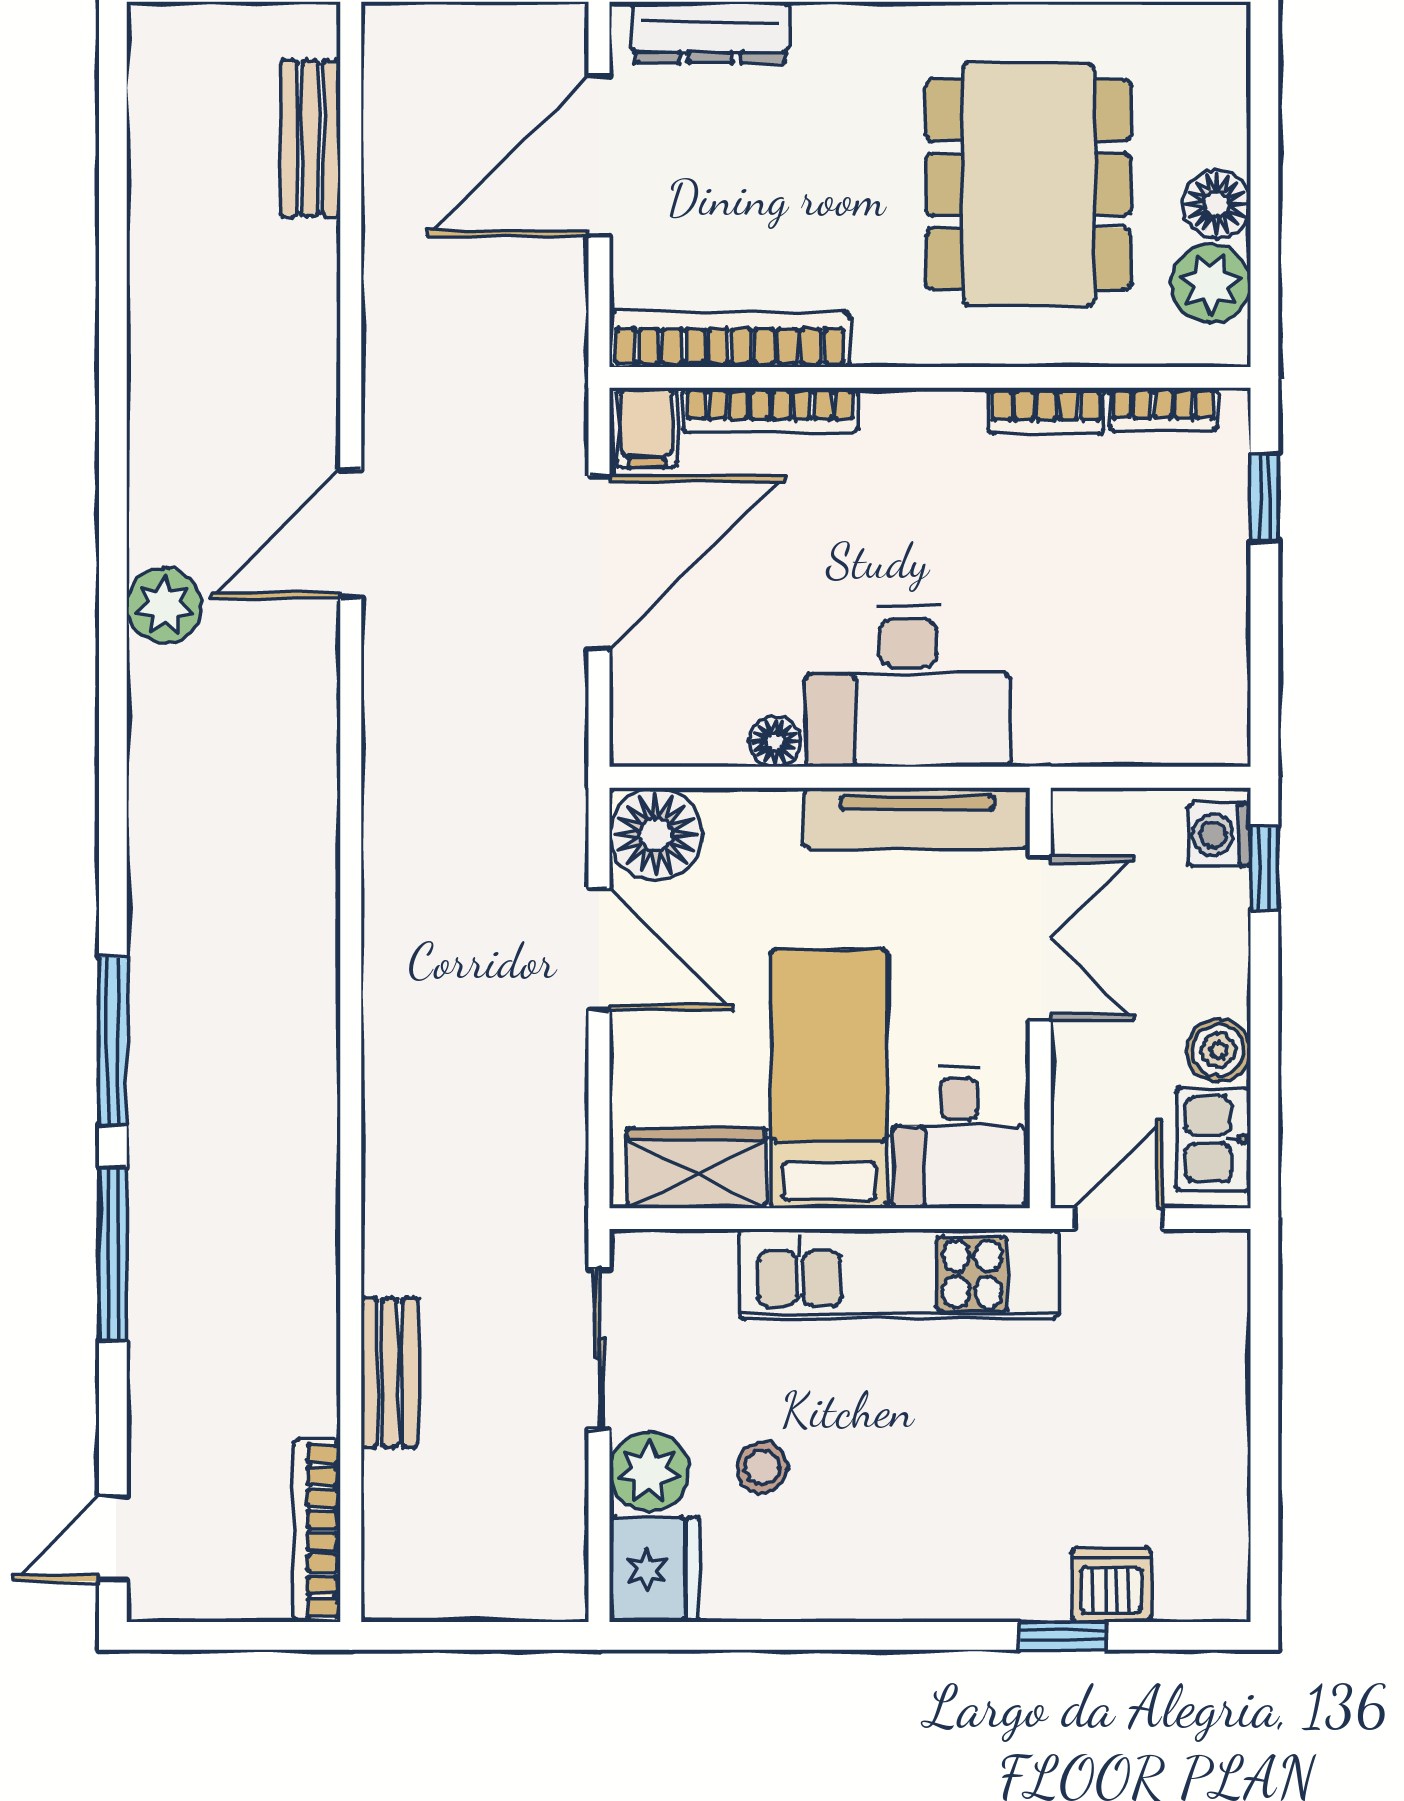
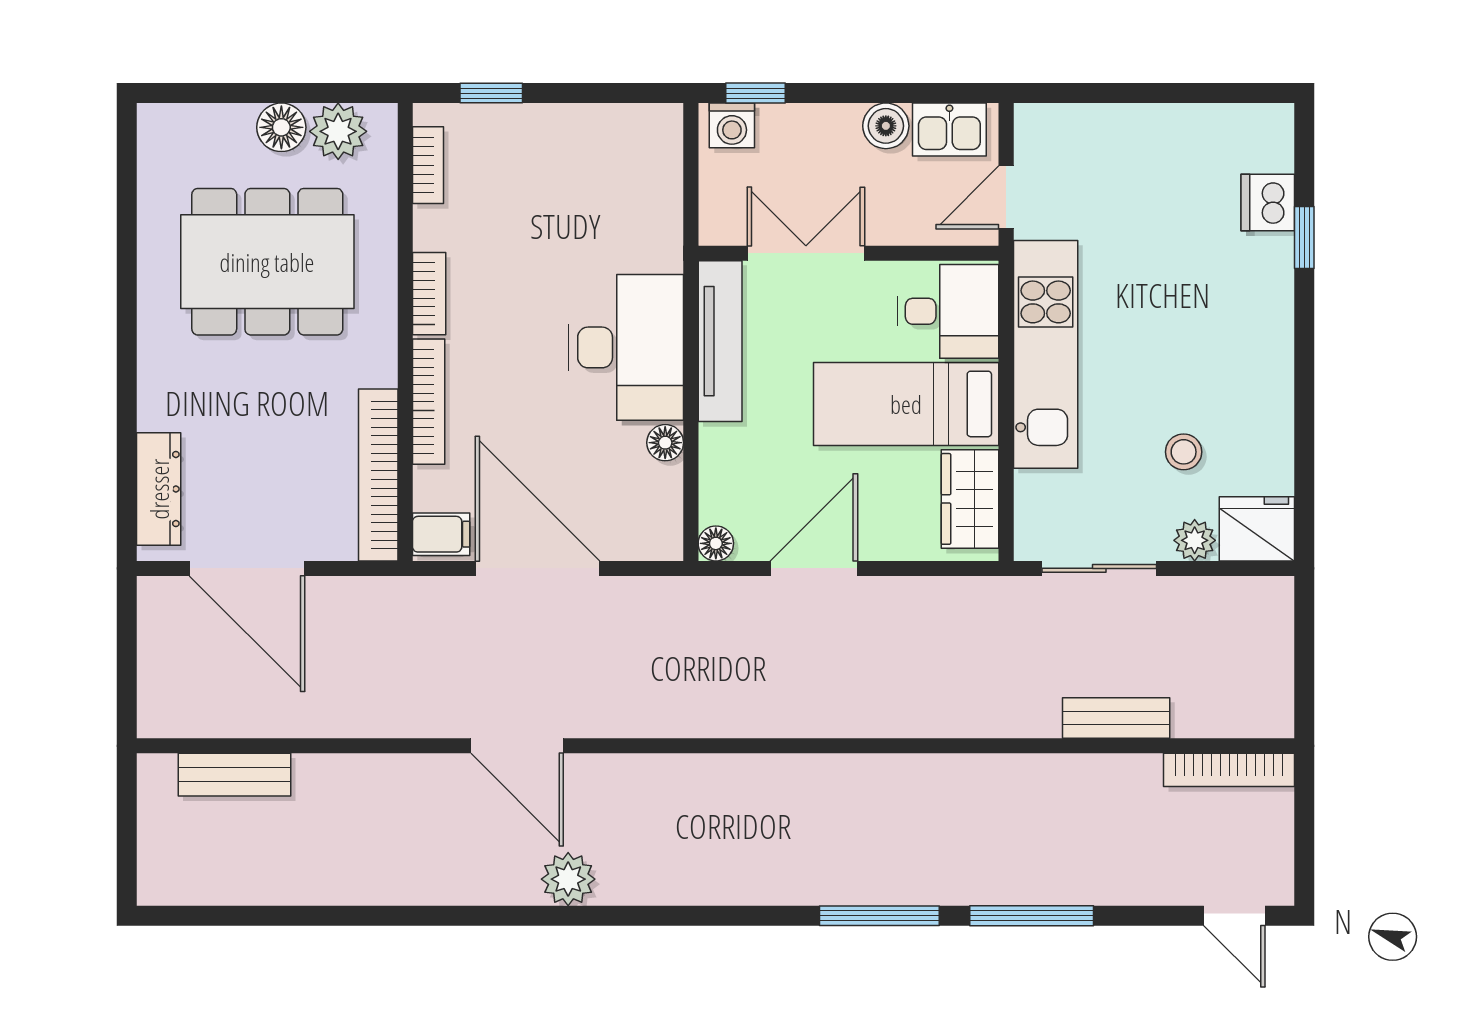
bookcase: (770, 410) -> (429, 402), moved
bookcase: (1046, 411) -> (429, 294), moved
floor lamp: (656, 834) -> (716, 543), width x0.53, depth x0.53
door: (1118, 1219) -> (1006, 197), hinge flipped
plant: (649, 1472) -> (1195, 540), width x0.73, depth x0.73

